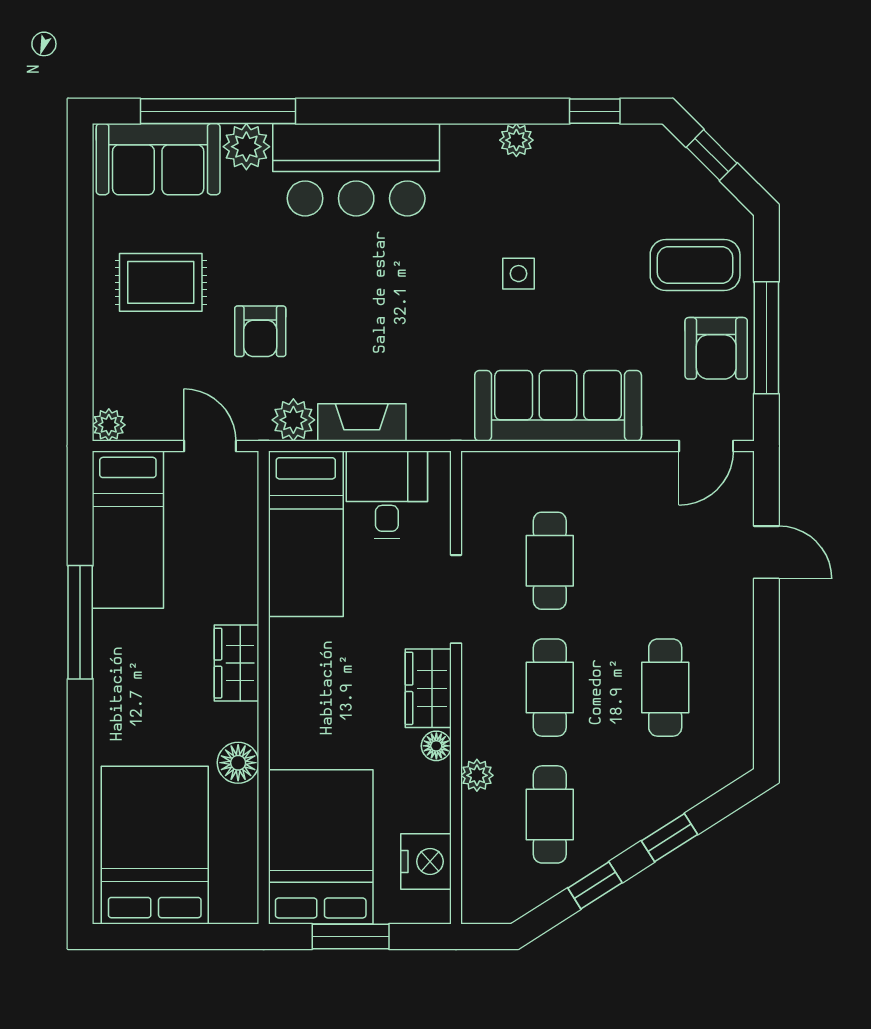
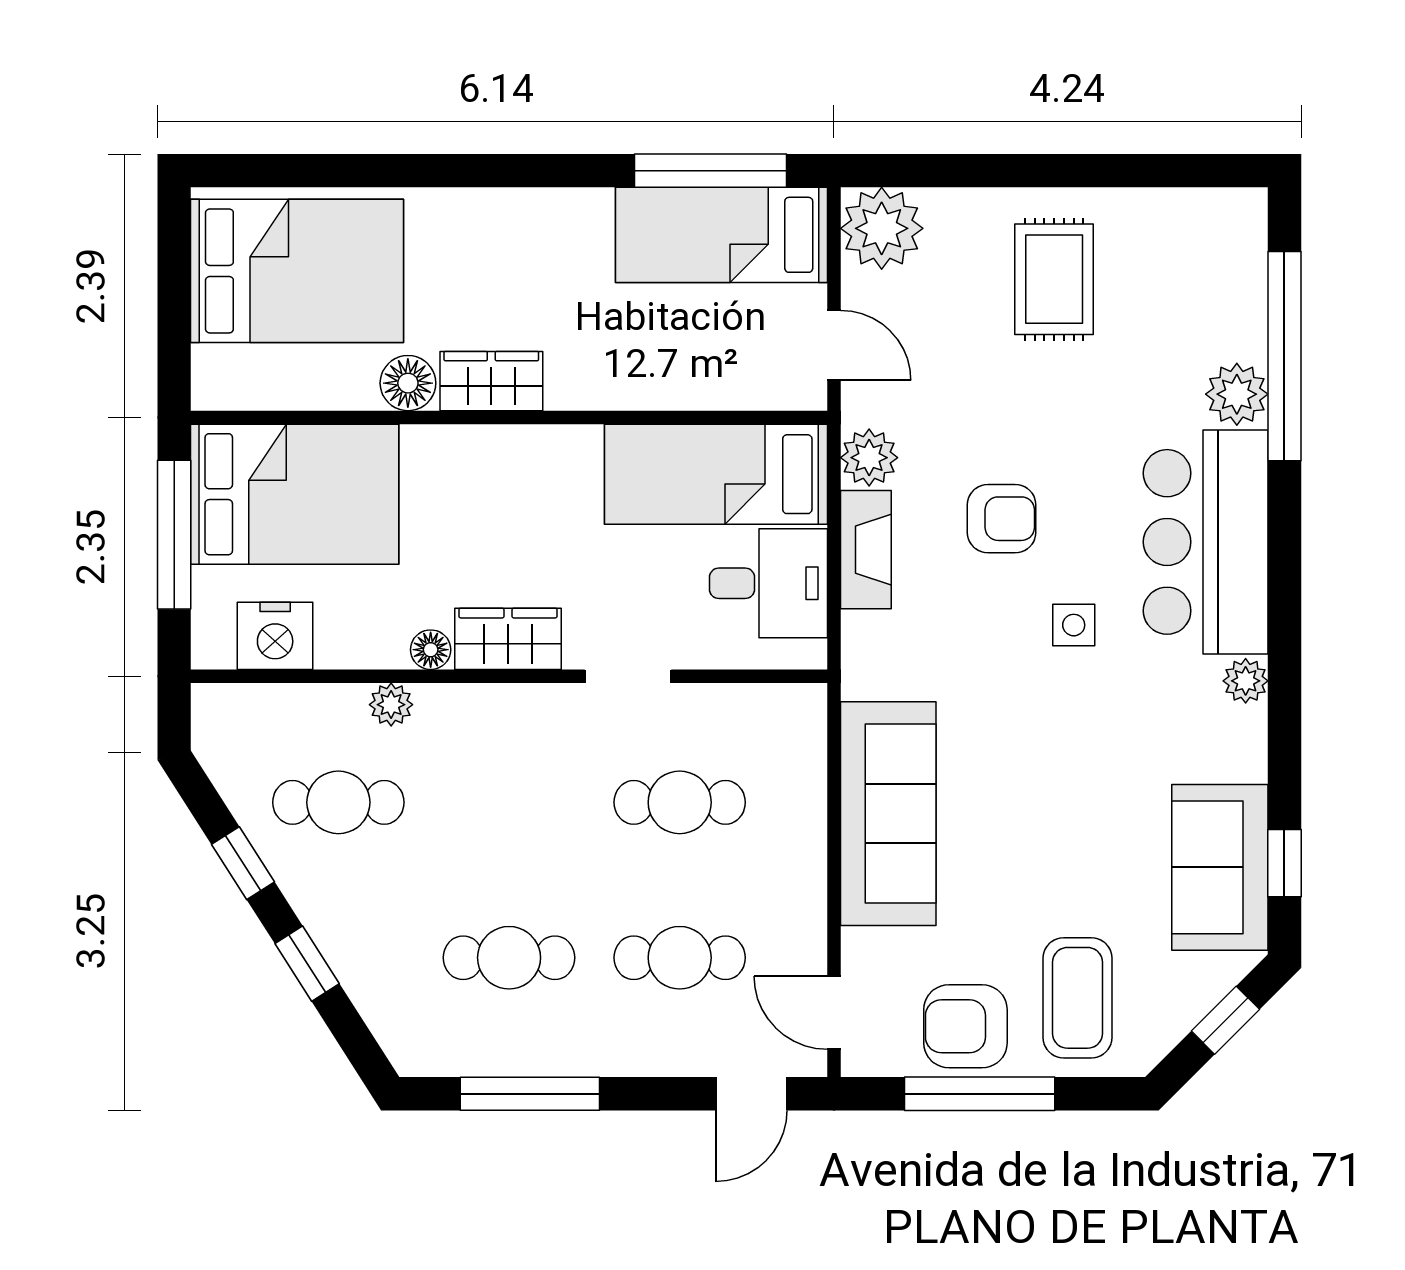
plant: (516, 140) -> (1246, 681), moved
sofa: (158, 159) -> (1220, 867), moved
side table: (519, 274) -> (1074, 625), moved
armchair: (260, 331) -> (1002, 519), moved, turned 180
plant: (109, 425) -> (882, 228), width x1.88, depth x1.88
door: (210, 446) -> (834, 345), hinge flipped
door: (766, 552) -> (751, 1094), moved
doorway: (456, 599) -> (628, 676), width x0.73
window: (80, 622) -> (711, 171), moved
wardrobe: (237, 663) -> (491, 381), moved
window: (766, 672) -> (530, 1094), added
cafe table: (550, 688) -> (680, 958), moved
window: (351, 936) -> (174, 535), width x1.44

